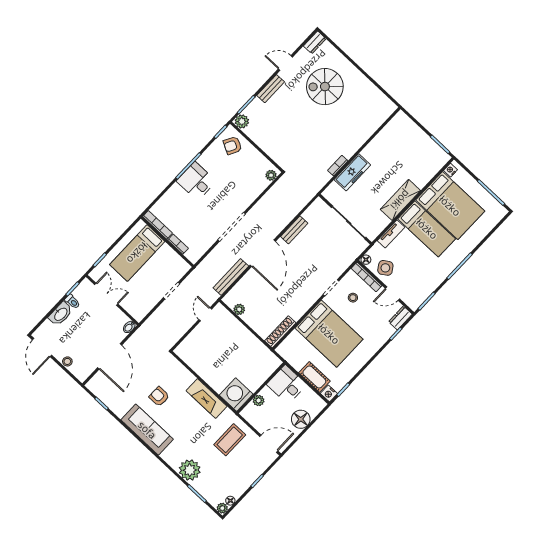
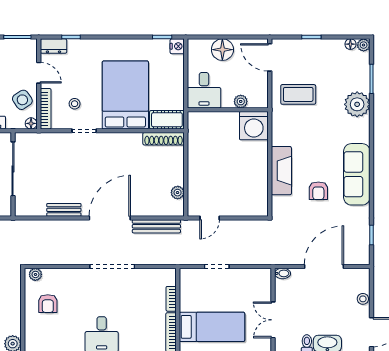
armchair: (233, 145) -> (48, 304), moved, turned 62
cot: (314, 377) -> (167, 120), moved, turned 90
fireplace: (207, 398) -> (281, 171), moved

